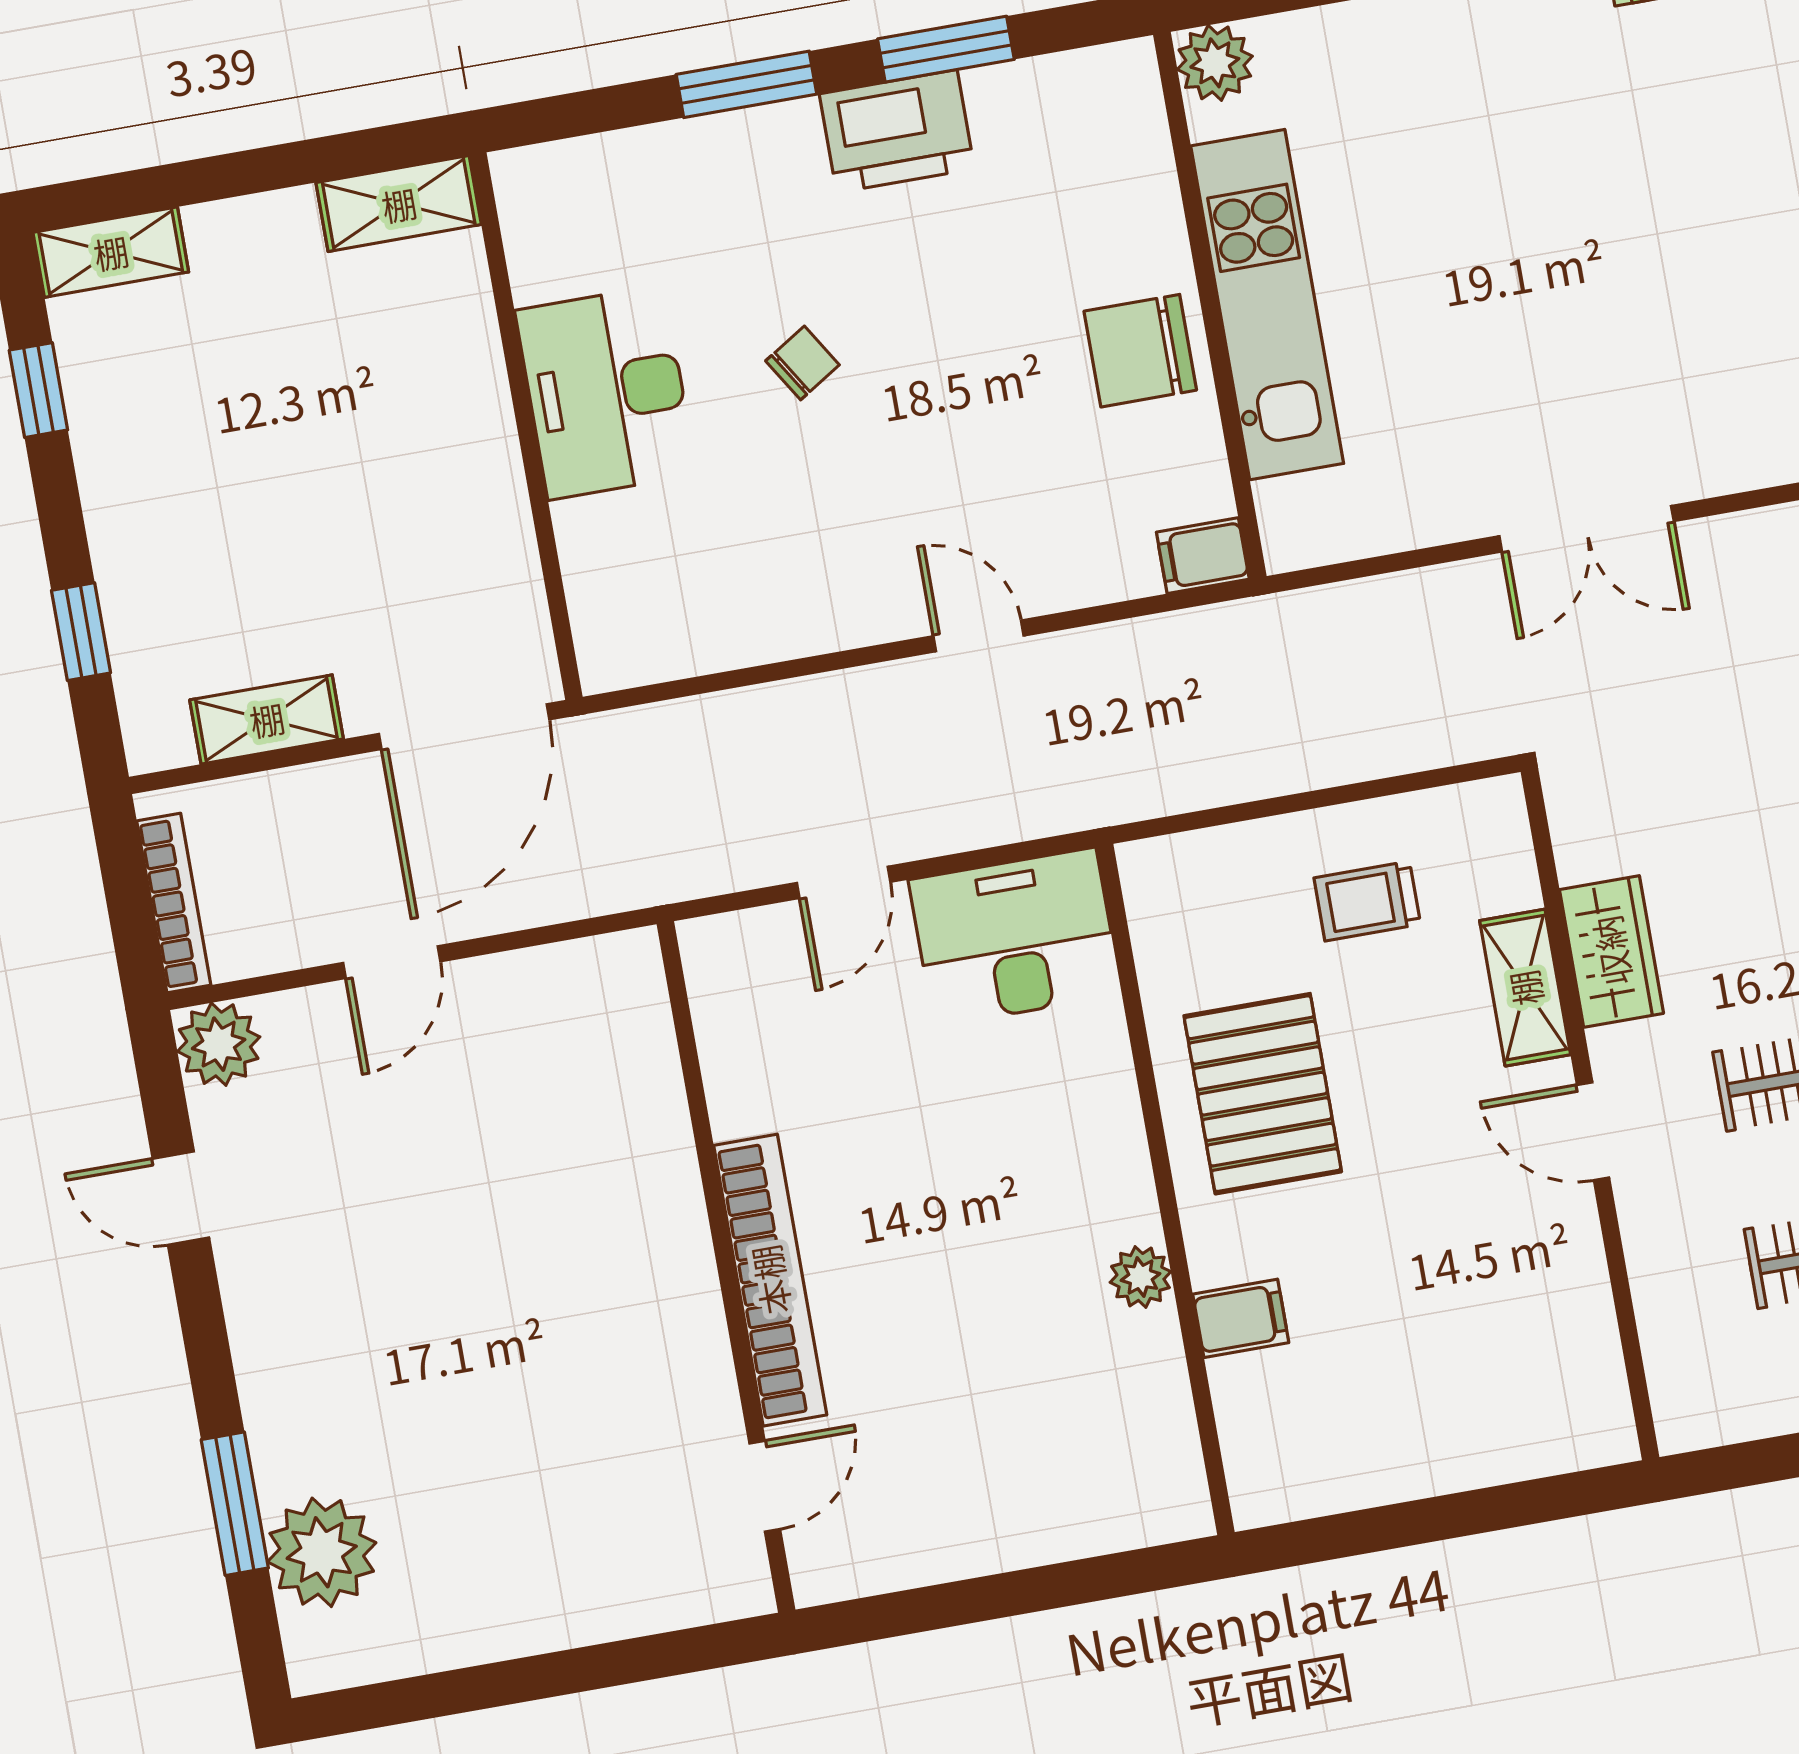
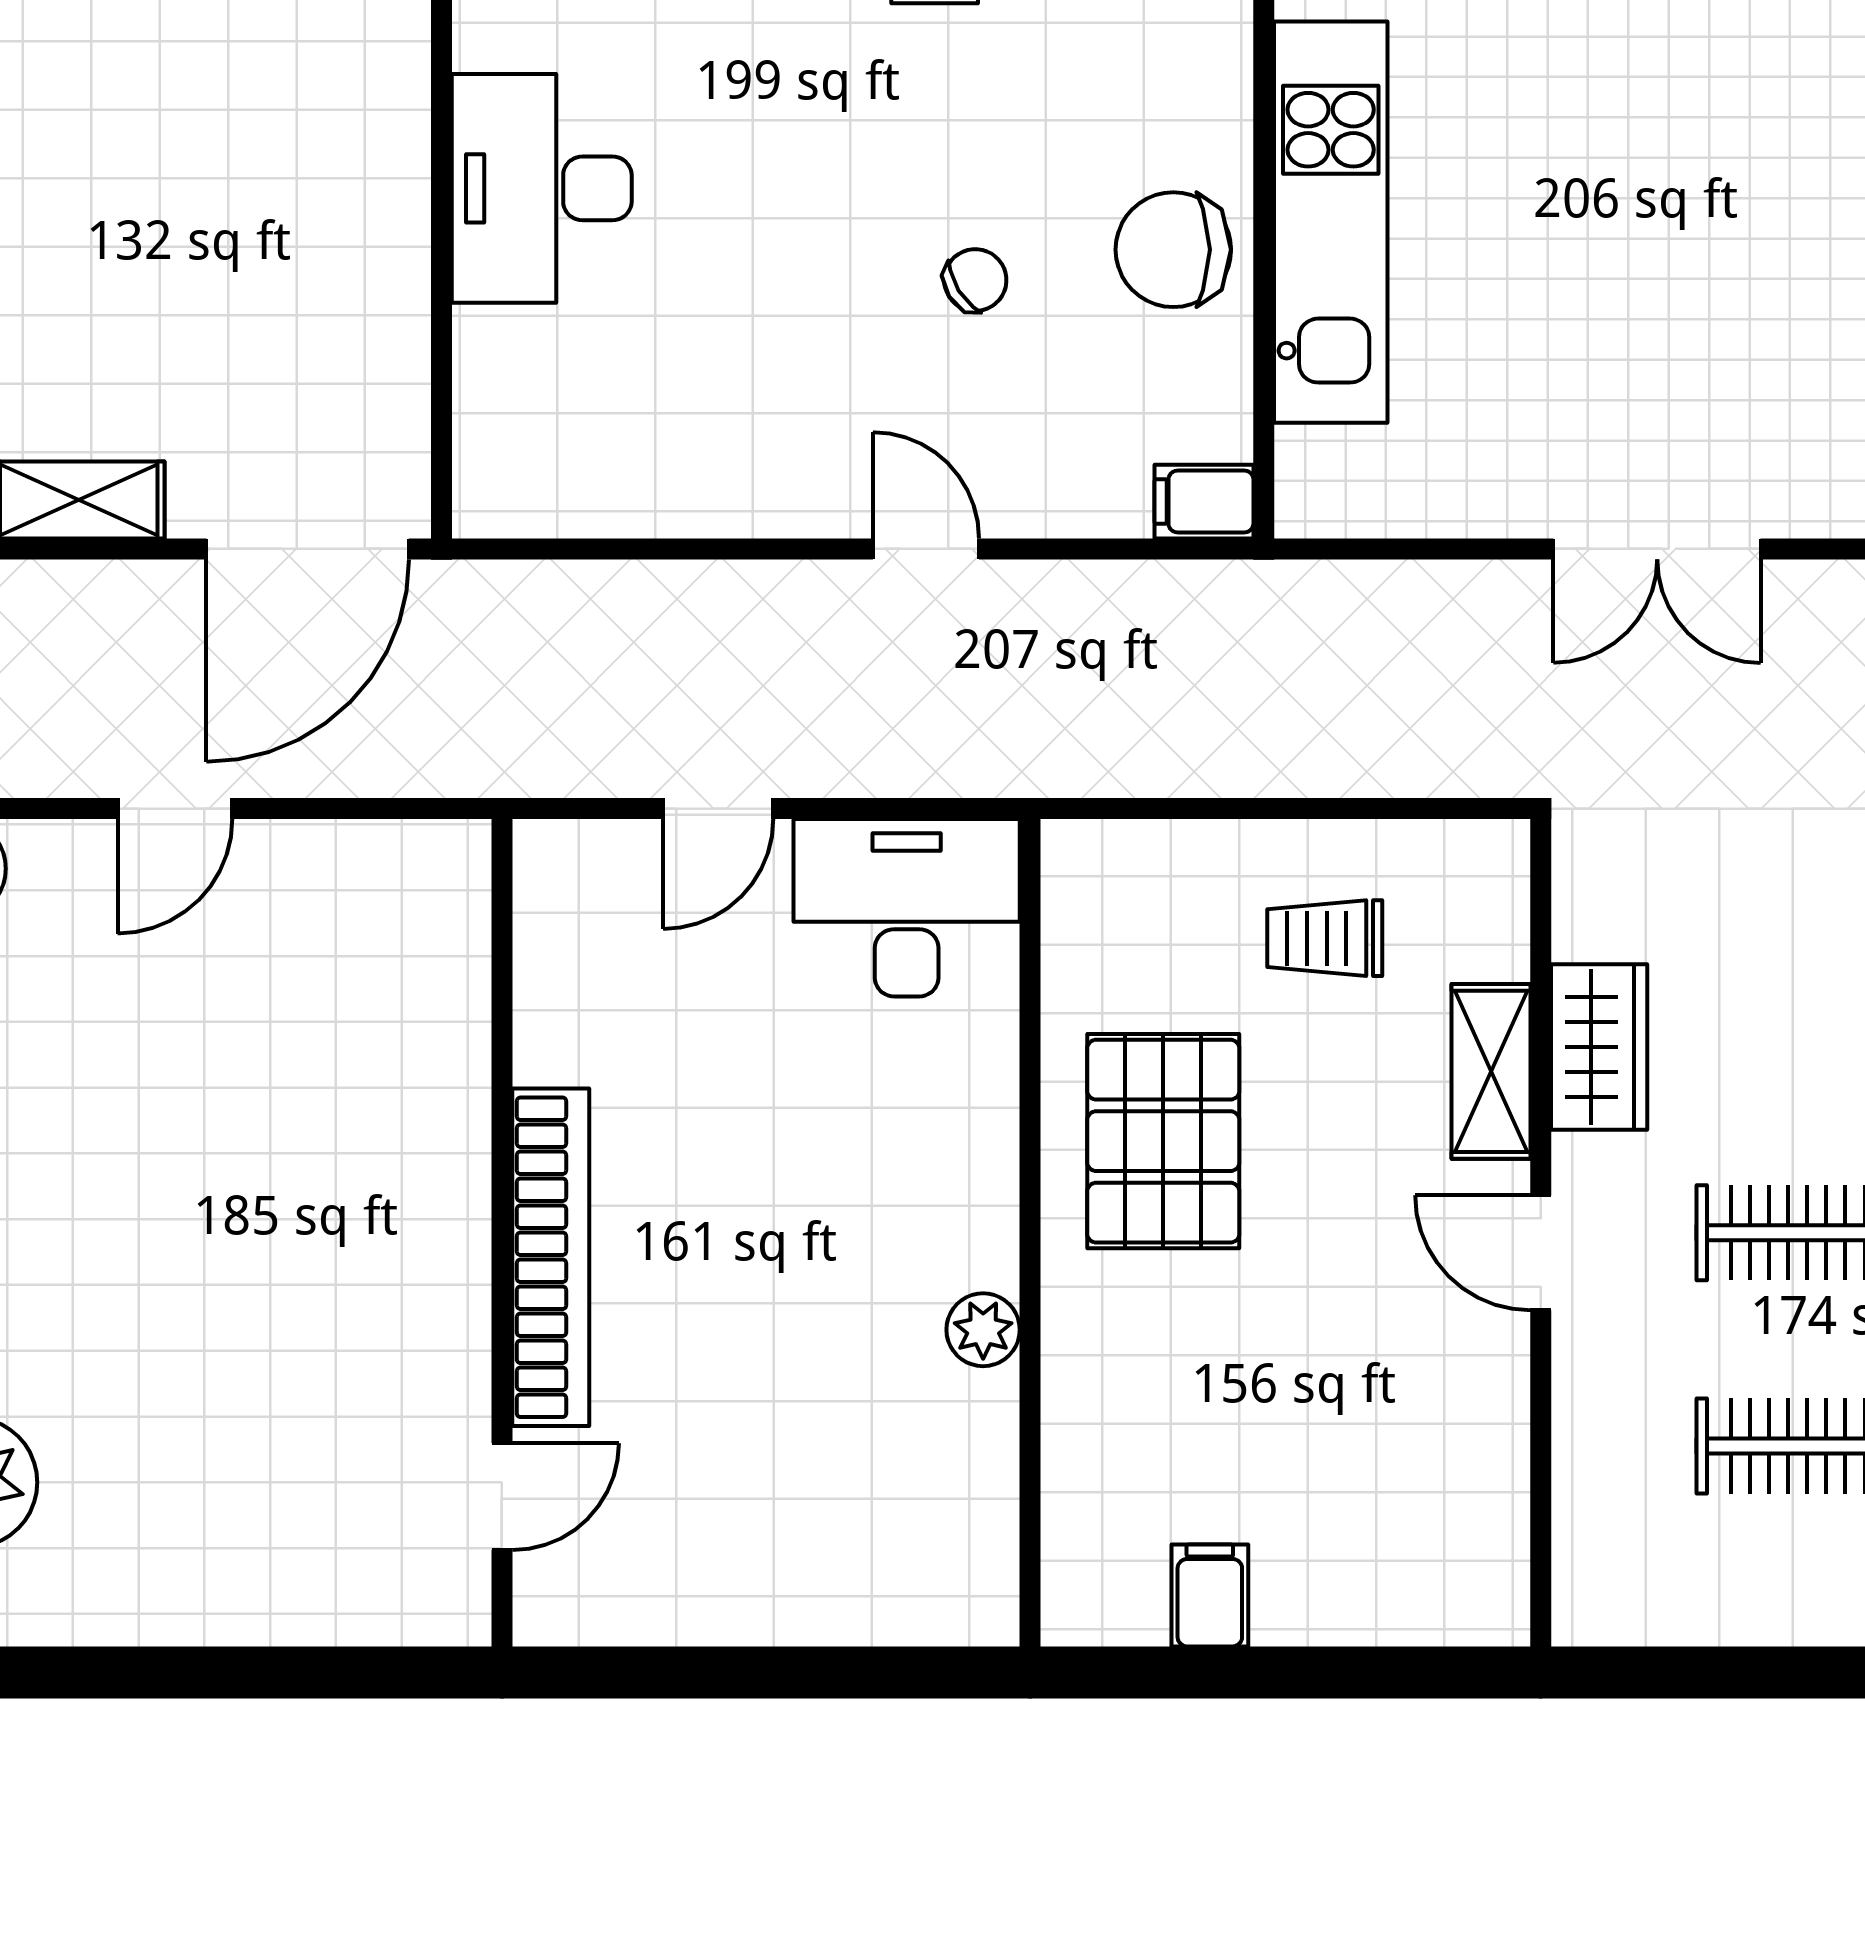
chair: (802, 363) -> (975, 280), moved
filing cabinet: (1241, 1318) -> (1210, 1596), moved, turned -90

